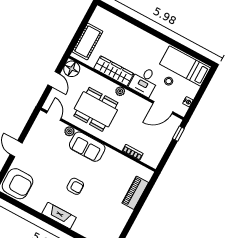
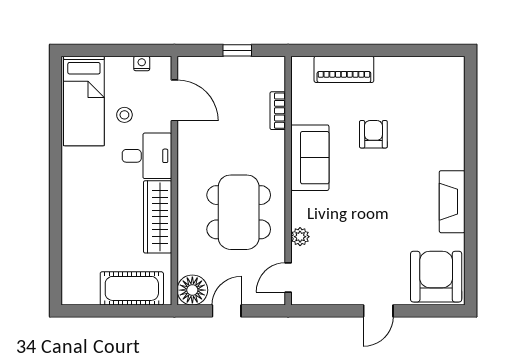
plant: (120, 91) -> (186, 188), removed
window: (178, 134) -> (237, 50), moved
sofa: (87, 147) -> (310, 158), moved
armchair: (75, 186) -> (373, 134), moved
fireplace: (59, 216) -> (452, 202), moved

